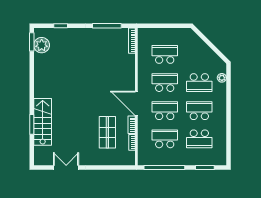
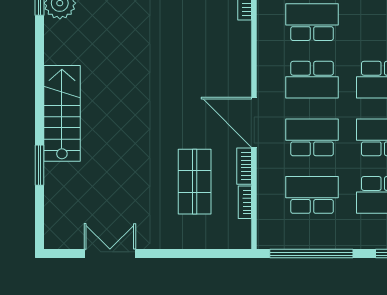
school desk: (165, 83) -> (312, 80), turned 180
stairs: (43, 122) -> (62, 113), moved

